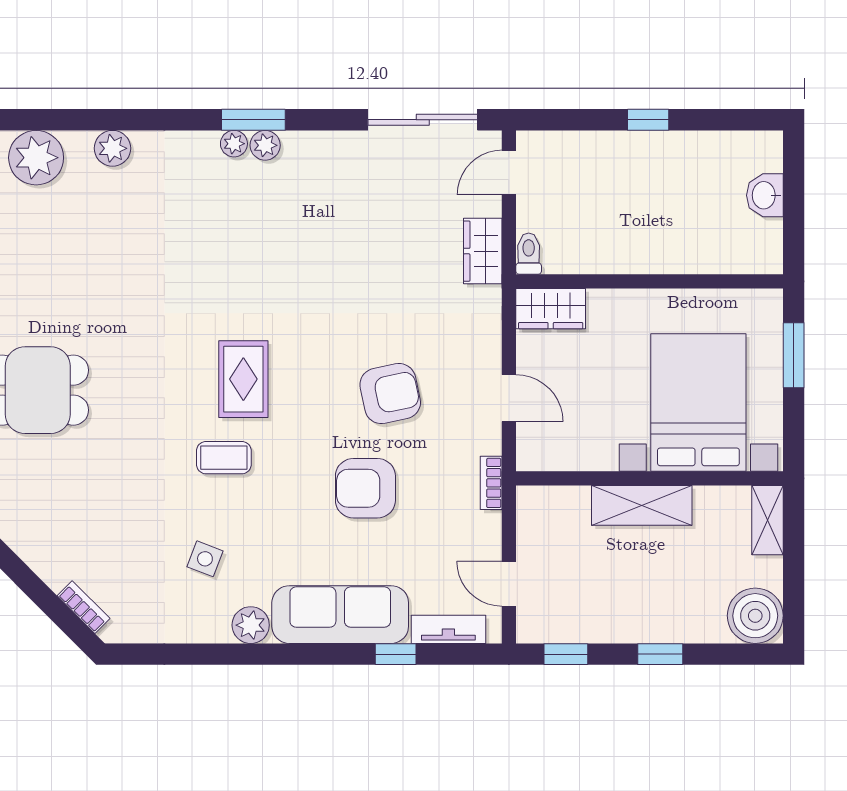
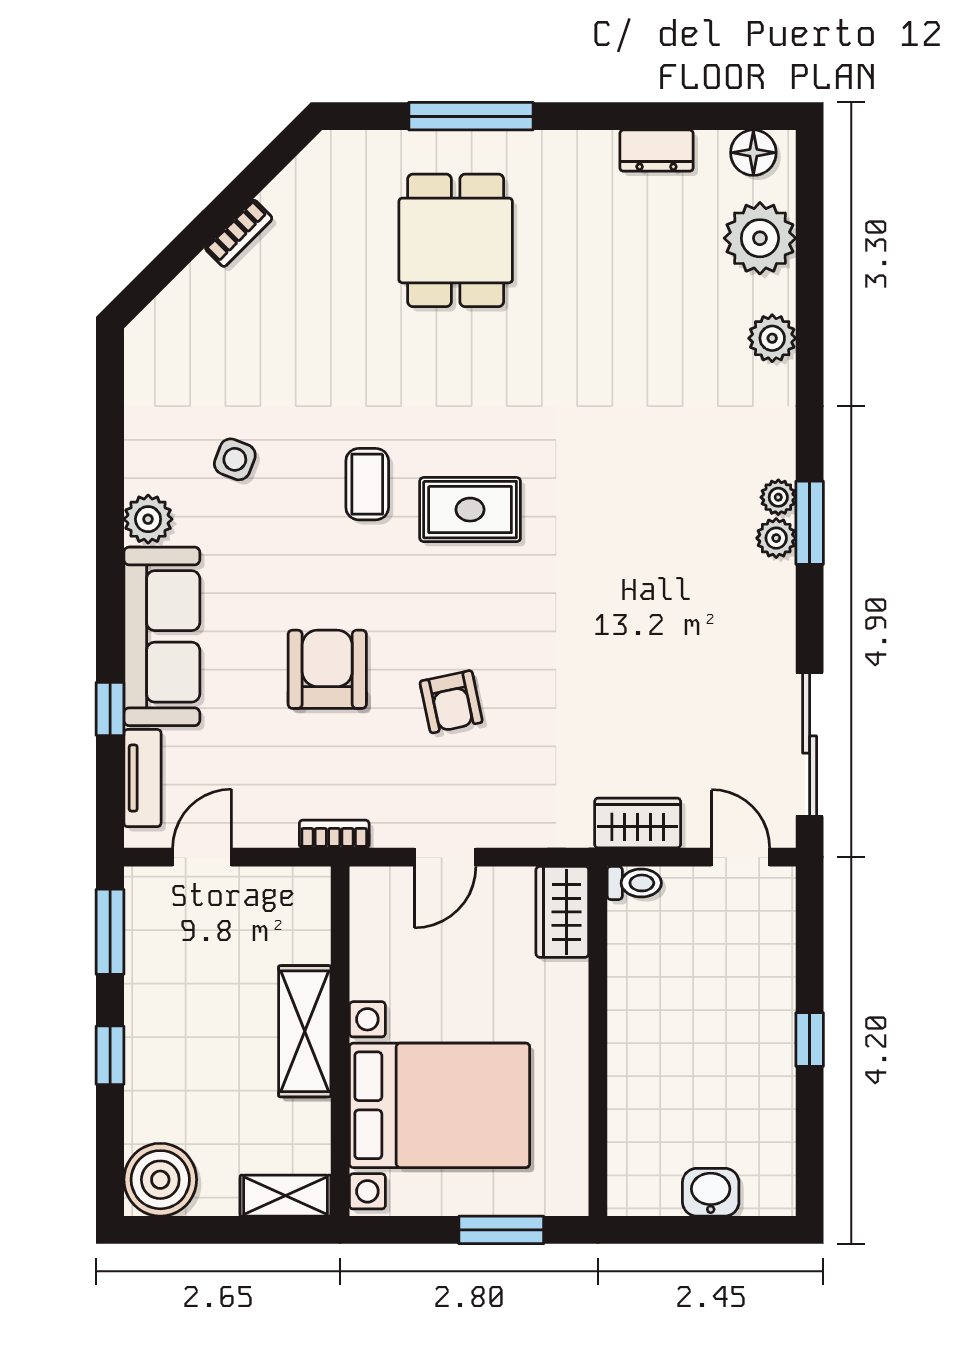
armchair: (390, 394) -> (451, 702), width x0.72, depth x0.72
bookcase: (84, 607) -> (239, 233), moved
window: (566, 654) -> (110, 932), width x1.50

